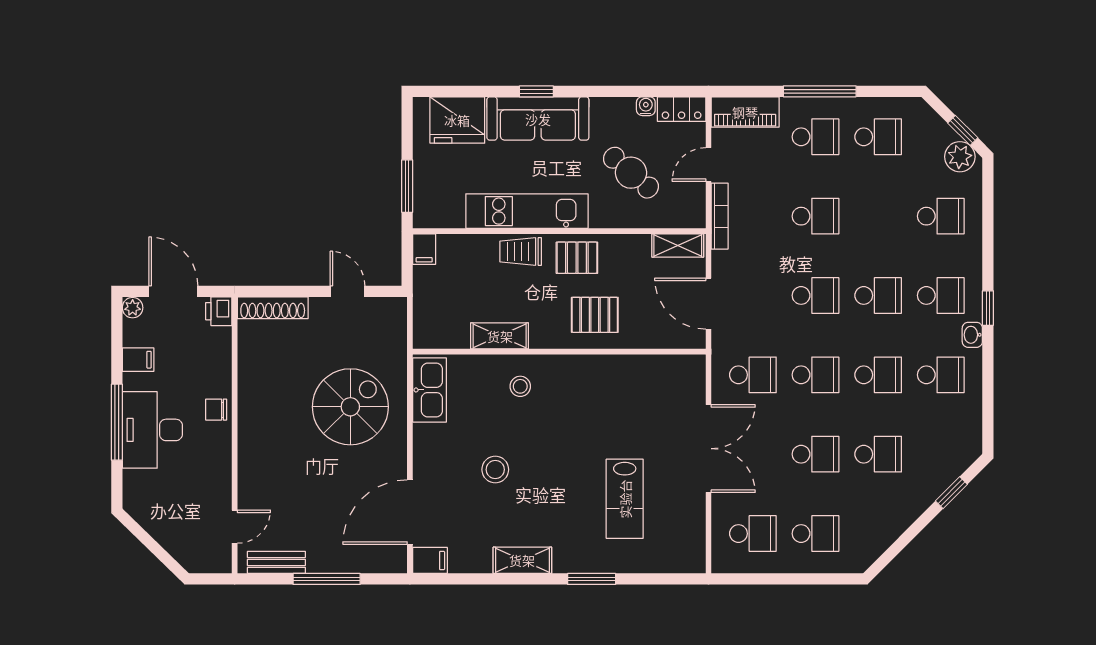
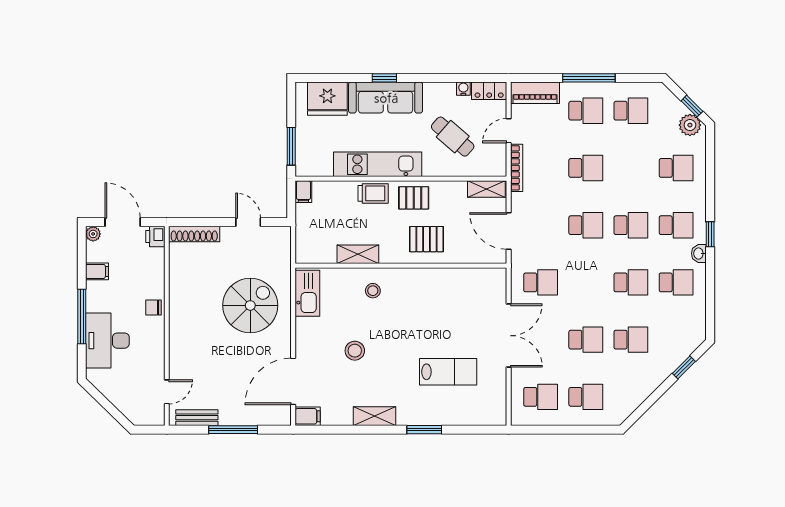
trolley: (521, 251) -> (373, 193), turned 180
school desk: (816, 375) -> (586, 282), removed
desk: (152, 430) -> (107, 341), moved
lab bench: (625, 499) -> (448, 372), turned -90

